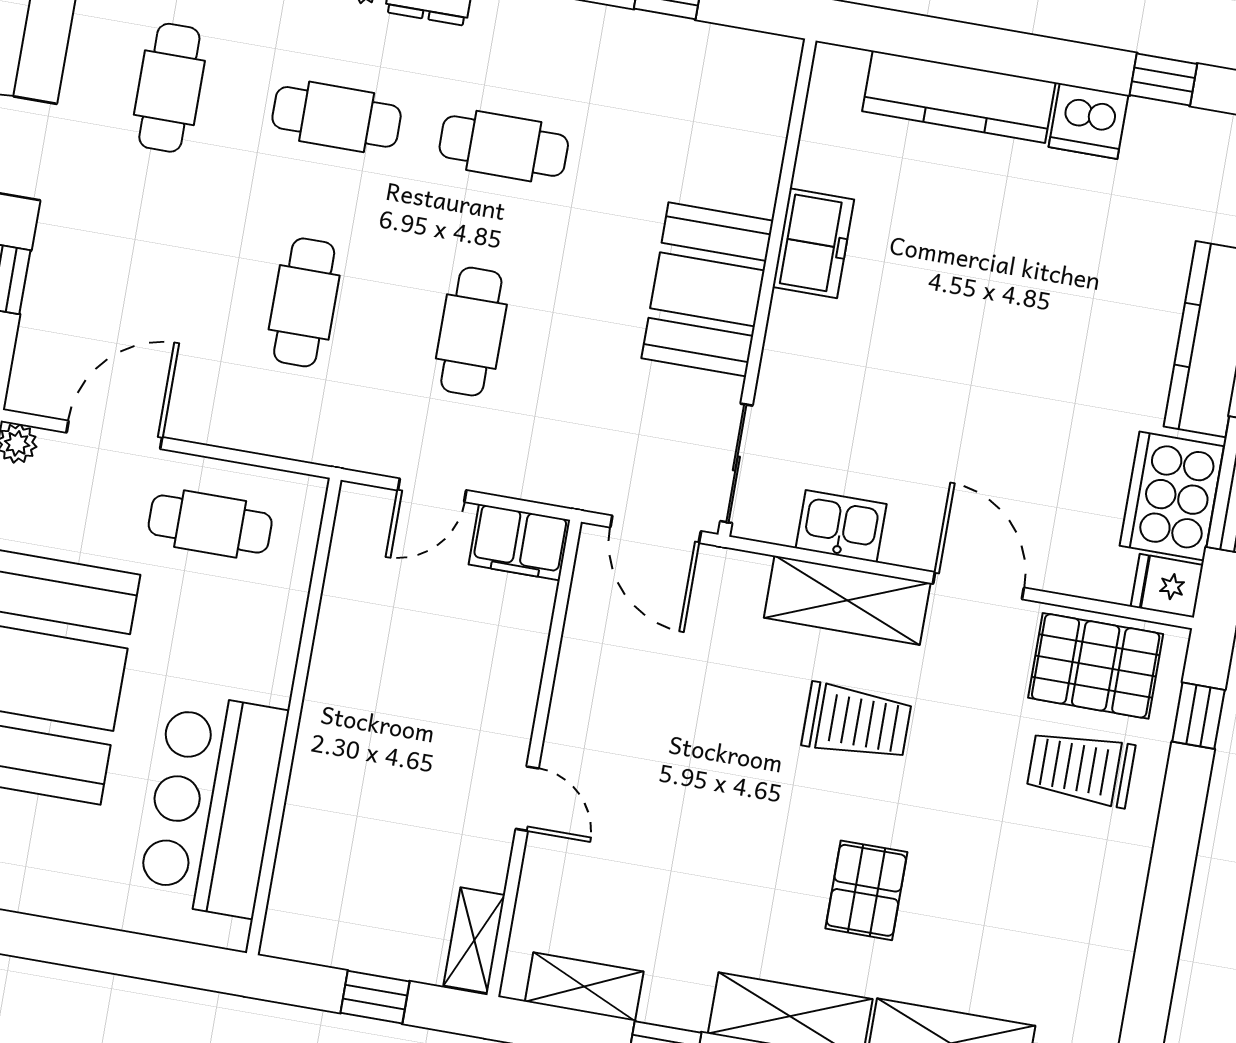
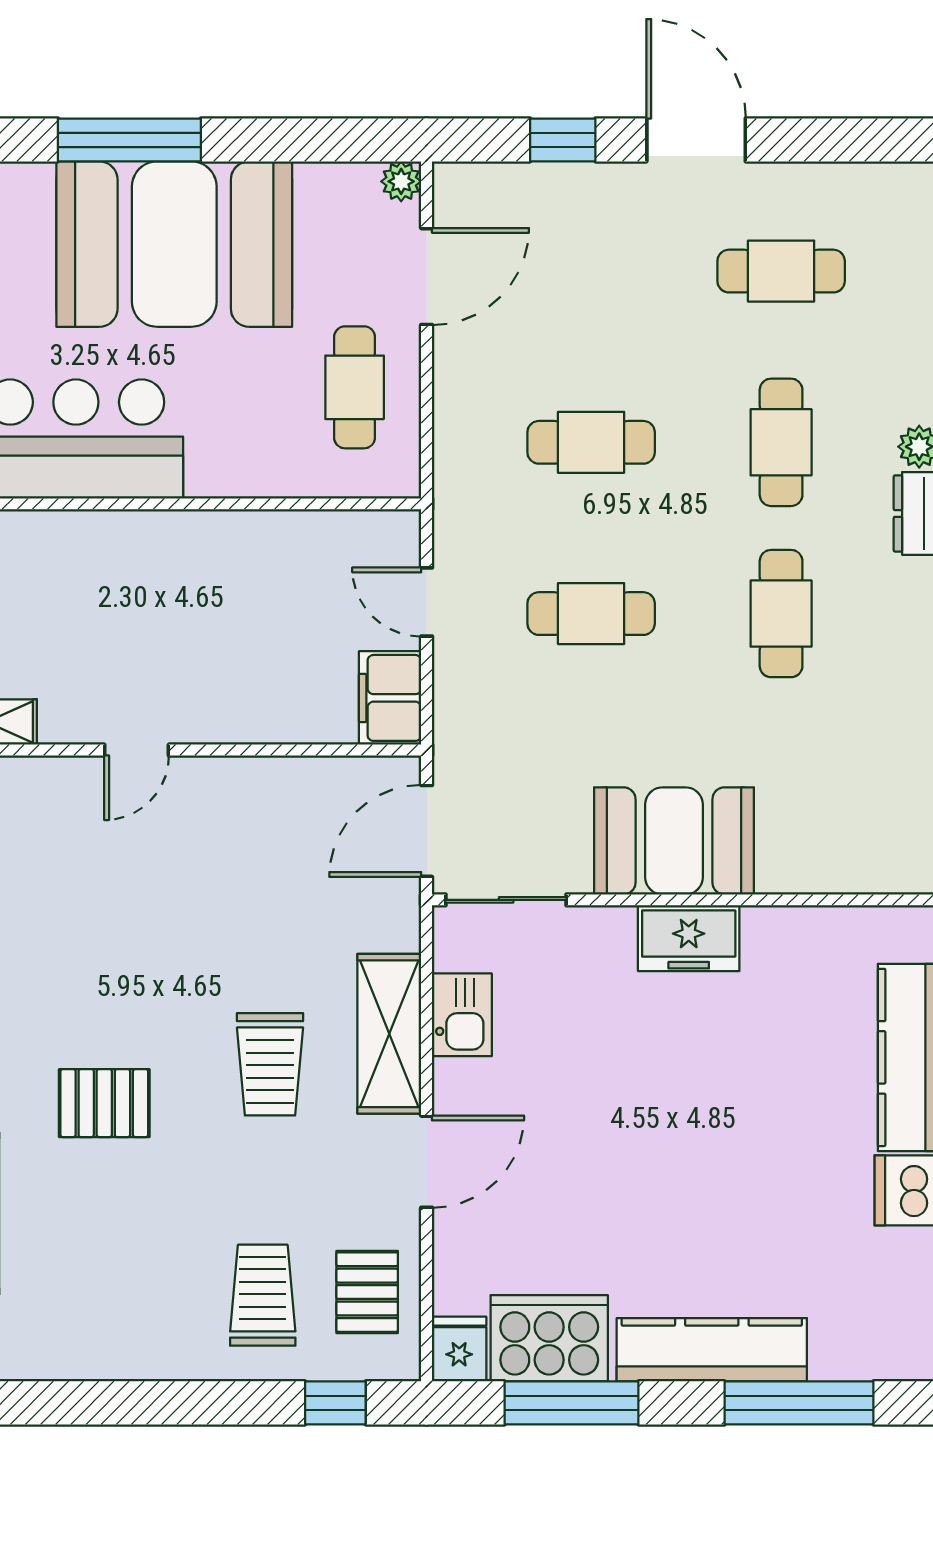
freezer: (813, 243) -> (689, 938), moved
door: (114, 435) -> (427, 277), hinge flipped
pallet: (1096, 666) -> (367, 1292), width x0.67, depth x0.71

